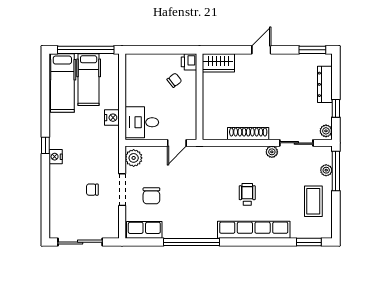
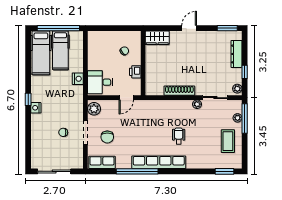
printer: (189, 62) -> (135, 72), moved
row of seats: (254, 230) -> (159, 162), moved

